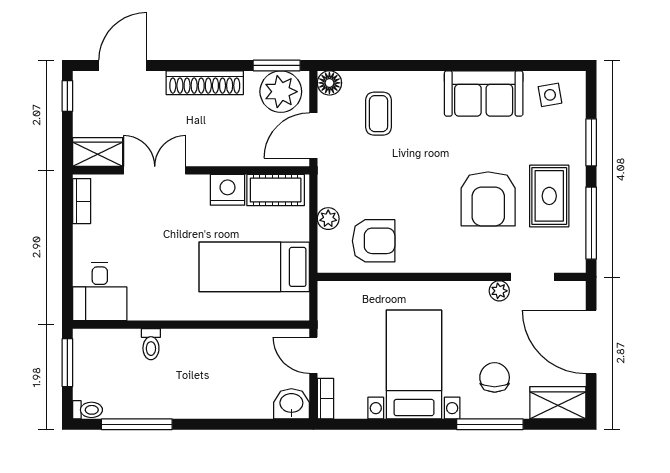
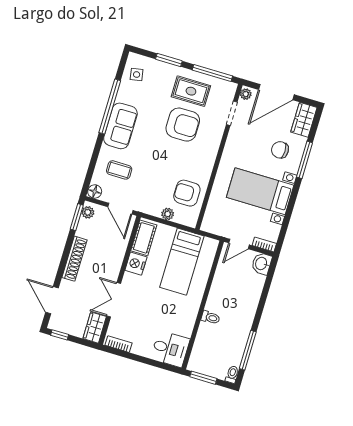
window: (482, 65) -> (110, 107), added
plant: (281, 92) -> (88, 212), width x0.53, depth x0.53
sofa: (484, 93) -> (120, 126), moved
armchair: (374, 241) -> (187, 193), turned -90
plant: (499, 291) -> (246, 94), moved
toilet: (151, 344) -> (210, 318), moved

